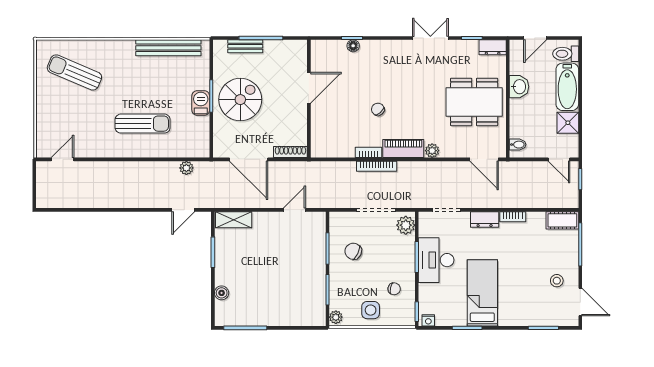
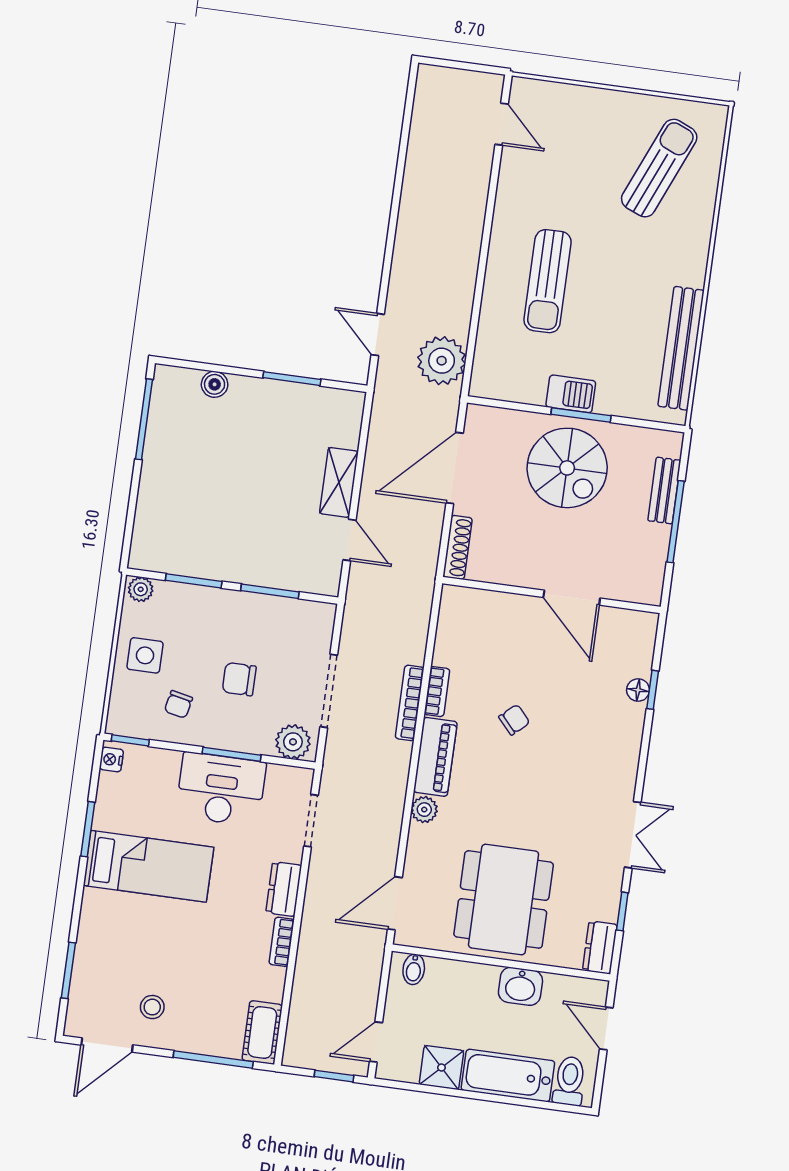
plant: (186, 168) -> (442, 361), width x1.88, depth x1.88
shelving: (234, 220) -> (339, 482), moved
chair: (353, 251) -> (239, 679), moved, turned -116

